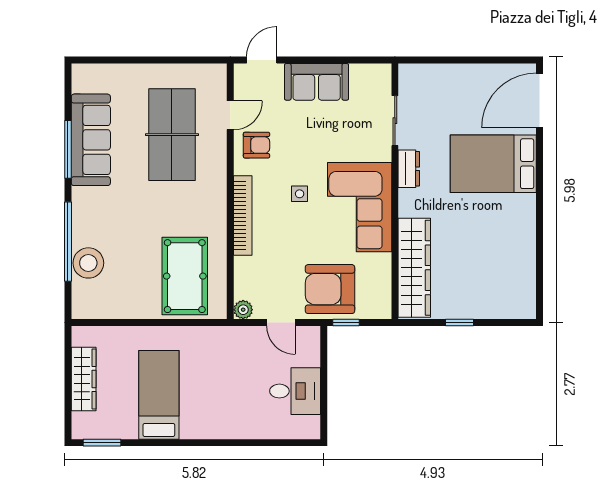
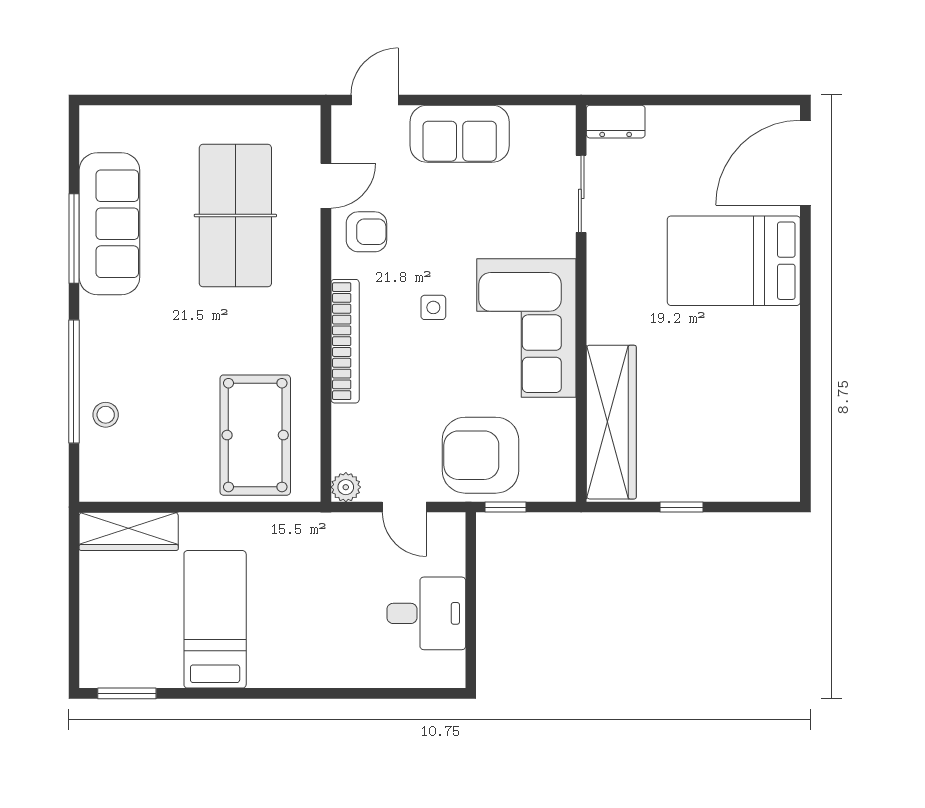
dresser: (409, 169) -> (616, 122), moved, turned 90
stool: (88, 263) -> (106, 415), width x0.53, depth x0.53
wardrobe: (84, 379) -> (129, 531), moved, turned 90

